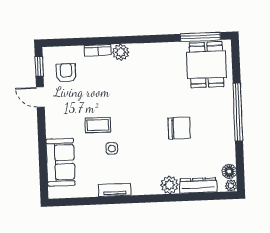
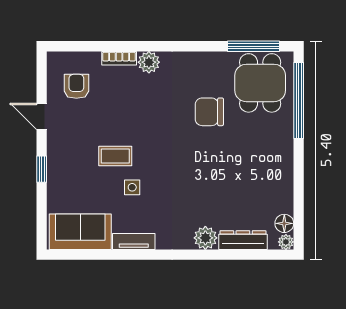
window: (39, 66) -> (42, 169), moved
window: (238, 112) -> (299, 101), moved
chair: (179, 128) -> (209, 112), moved, turned 180
sofa: (61, 162) -> (80, 232), moved, turned -90

